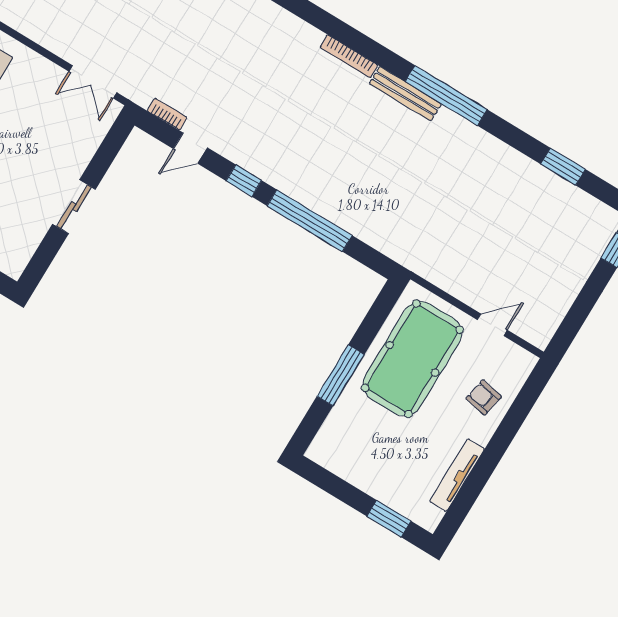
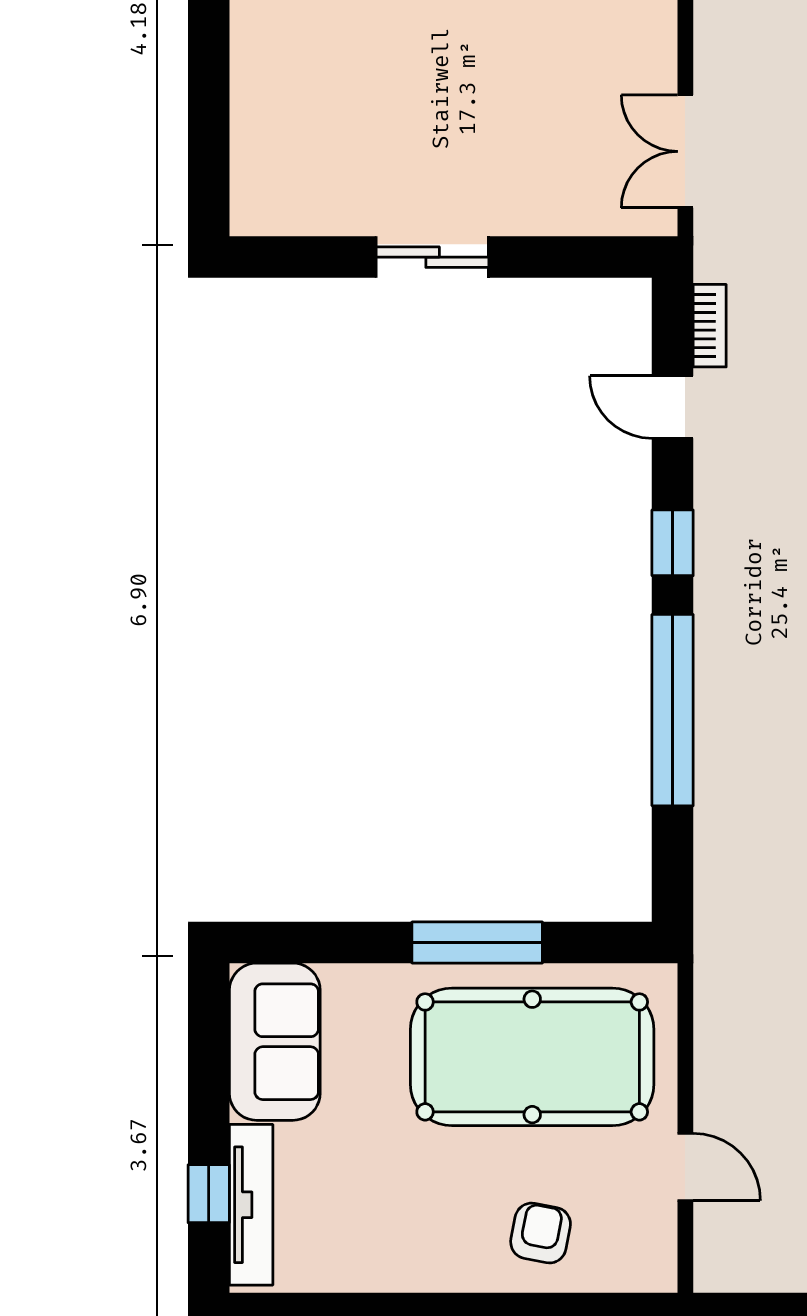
window: (341, 375) -> (477, 943), moved
sofa: (345, 456) -> (275, 1042), added
tv unit: (457, 475) -> (251, 1205), moved, turned 90
window: (389, 519) -> (209, 1194), width x0.67

